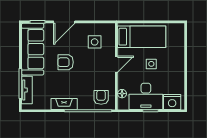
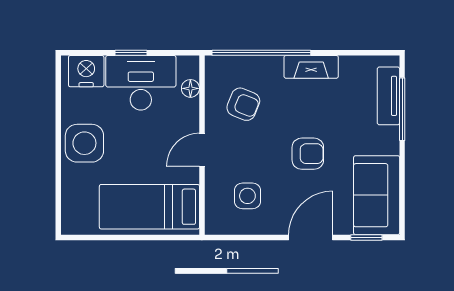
sofa: (33, 49) -> (377, 195), width x0.73
side table: (151, 64) -> (84, 143), moved, width x1.87, depth x1.87
armchair: (101, 97) -> (243, 104), moved, turned -68

